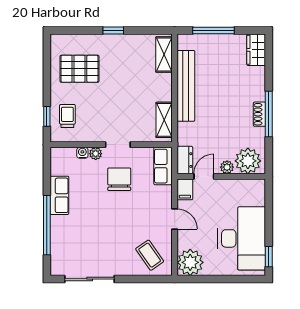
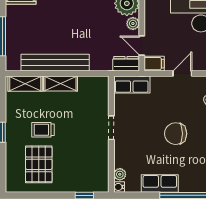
trolley: (67, 116) -> (43, 130), moved
shelving: (164, 120) -> (60, 84), moved
water cooler: (82, 153) -> (119, 187), moved
plant: (96, 154) -> (120, 174), moved
chair: (119, 179) -> (176, 134), moved

